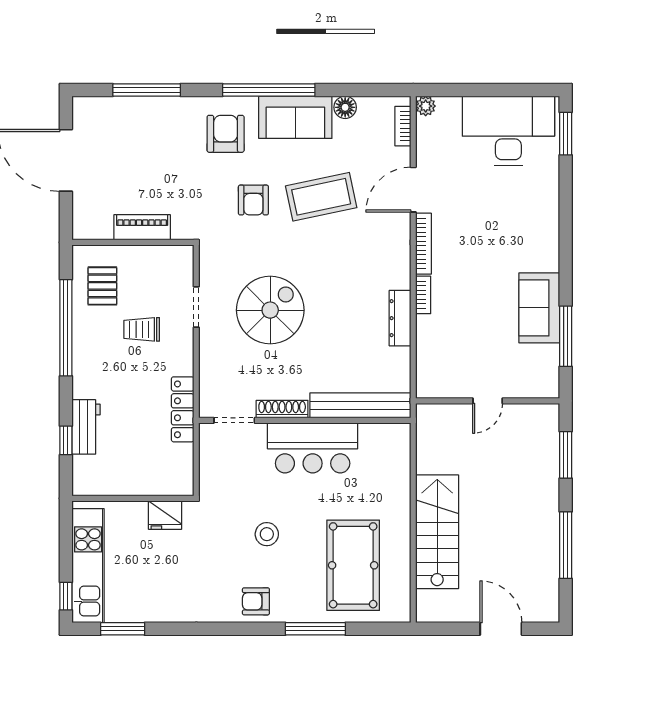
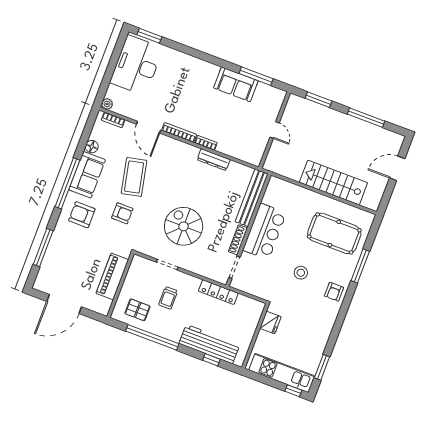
piano: (142, 227) -> (112, 276), width x1.37, depth x1.33
workbench: (86, 427) -> (209, 344), width x1.88, depth x1.32

